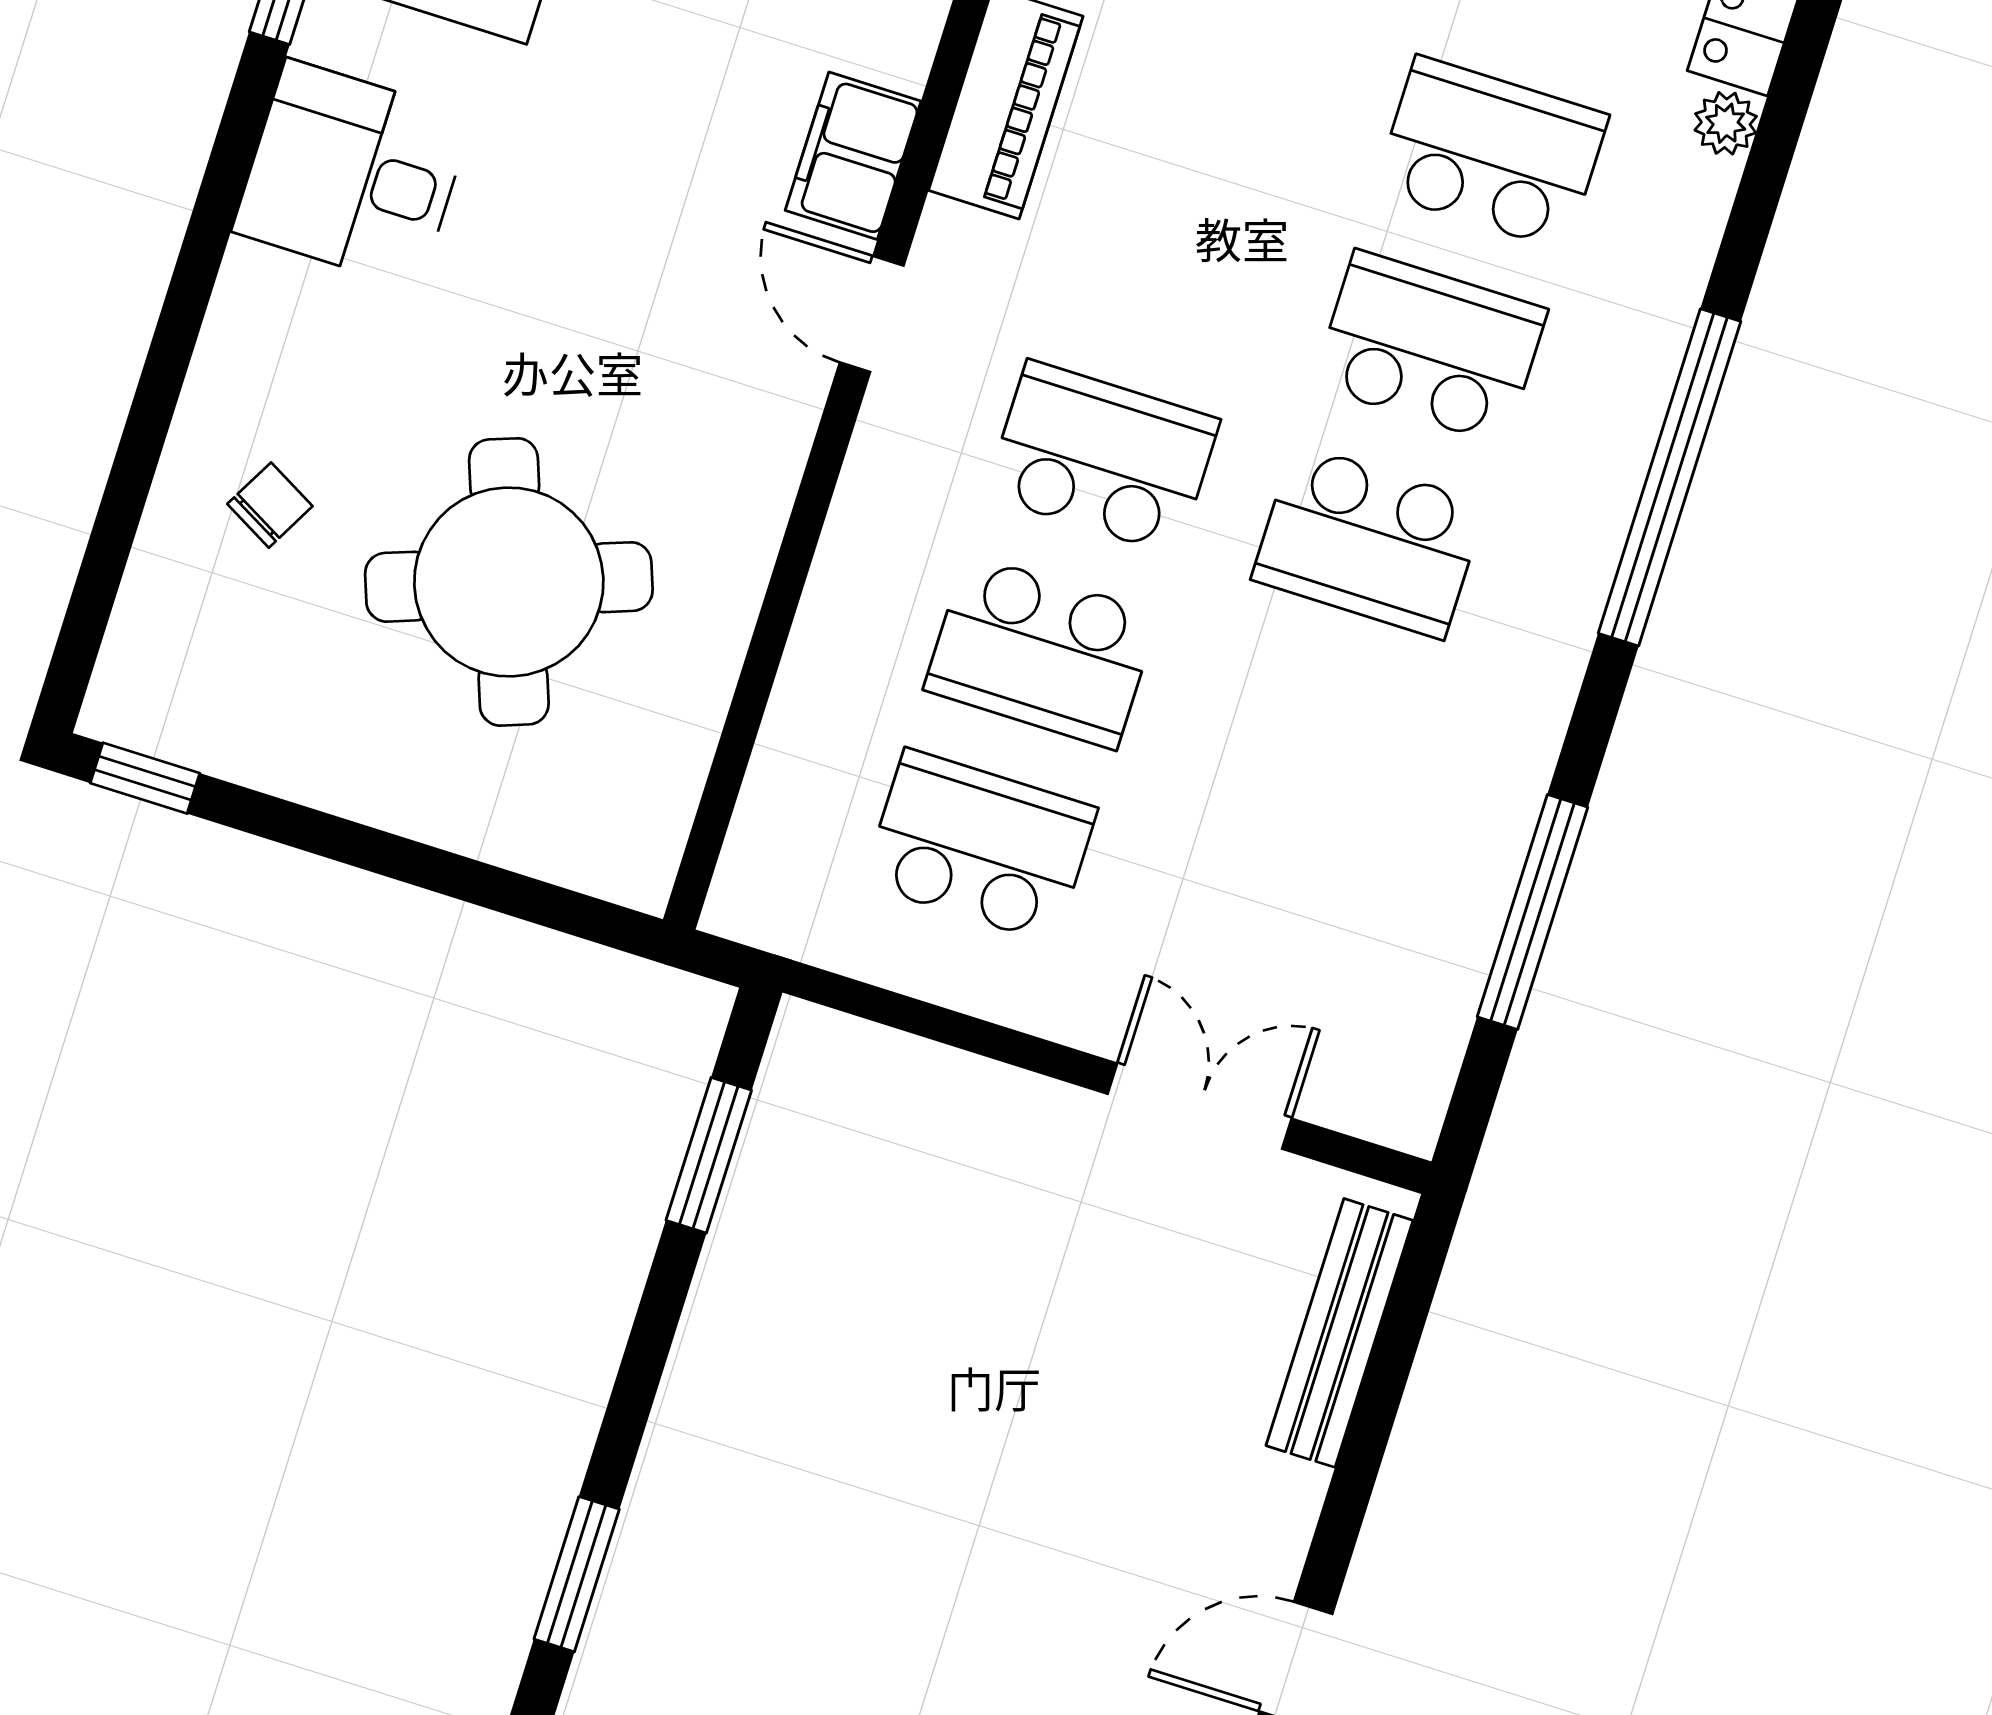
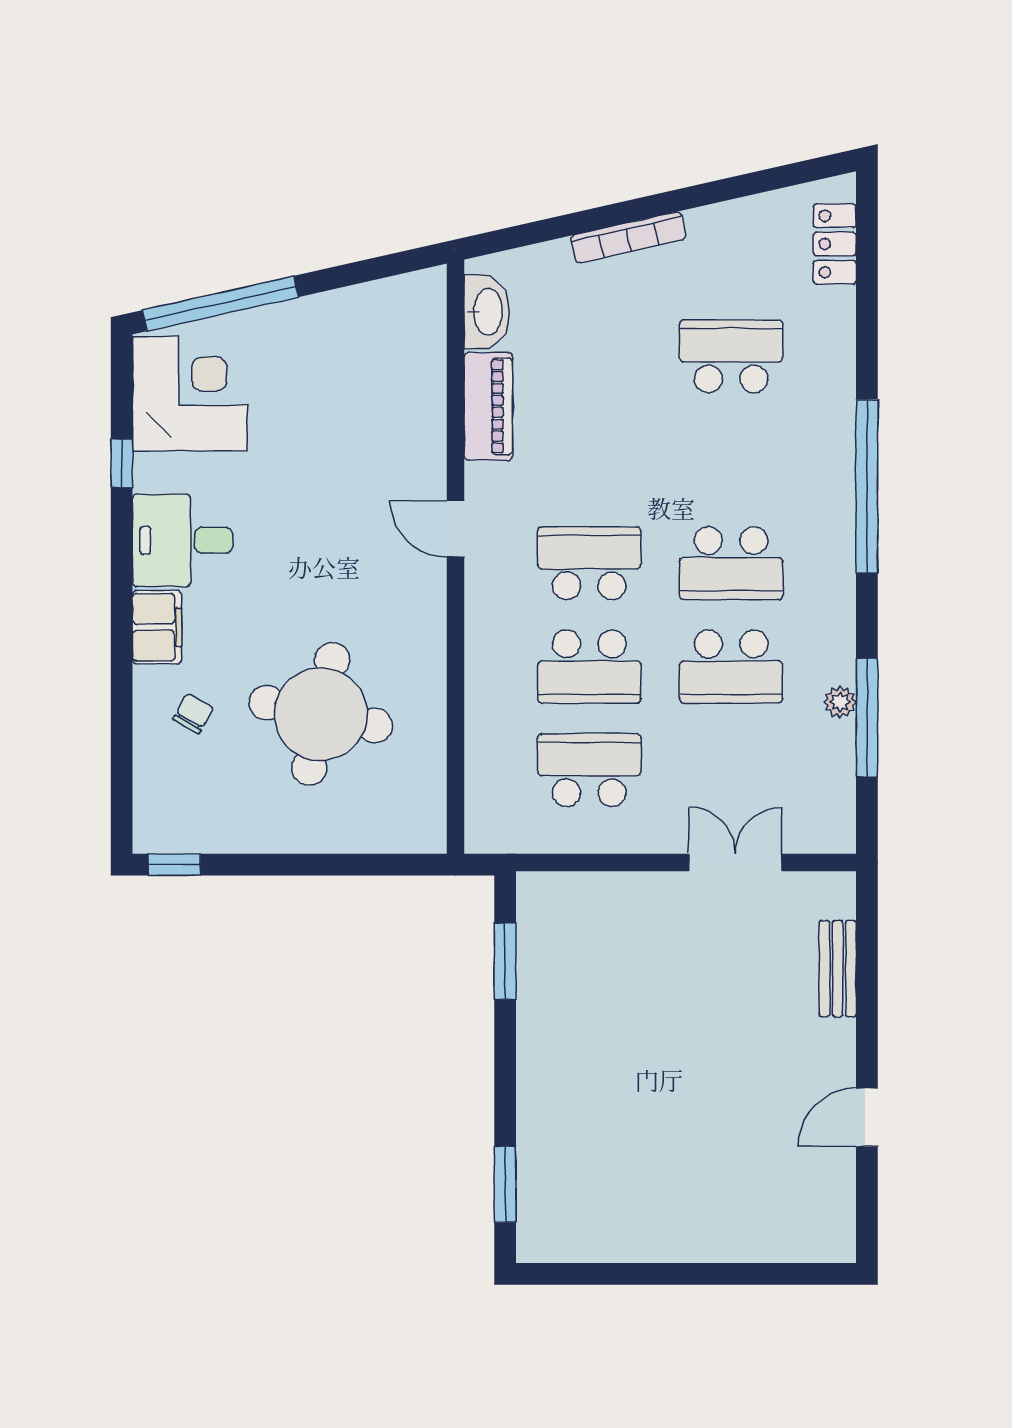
plant: (1726, 123) -> (840, 702), moved
filing cabinet: (853, 156) -> (157, 627), moved, turned 180
school desk: (1430, 347) -> (731, 667), moved, turned 180
round table: (509, 582) -> (321, 714), turned 32
bench: (1339, 1333) -> (838, 969), width x0.73

